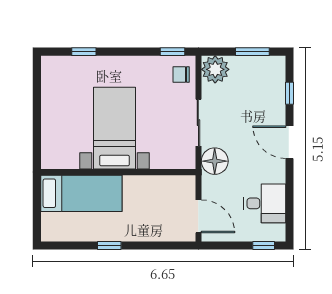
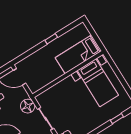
bed with nightstands: (114, 128) -> (98, 83), moved

